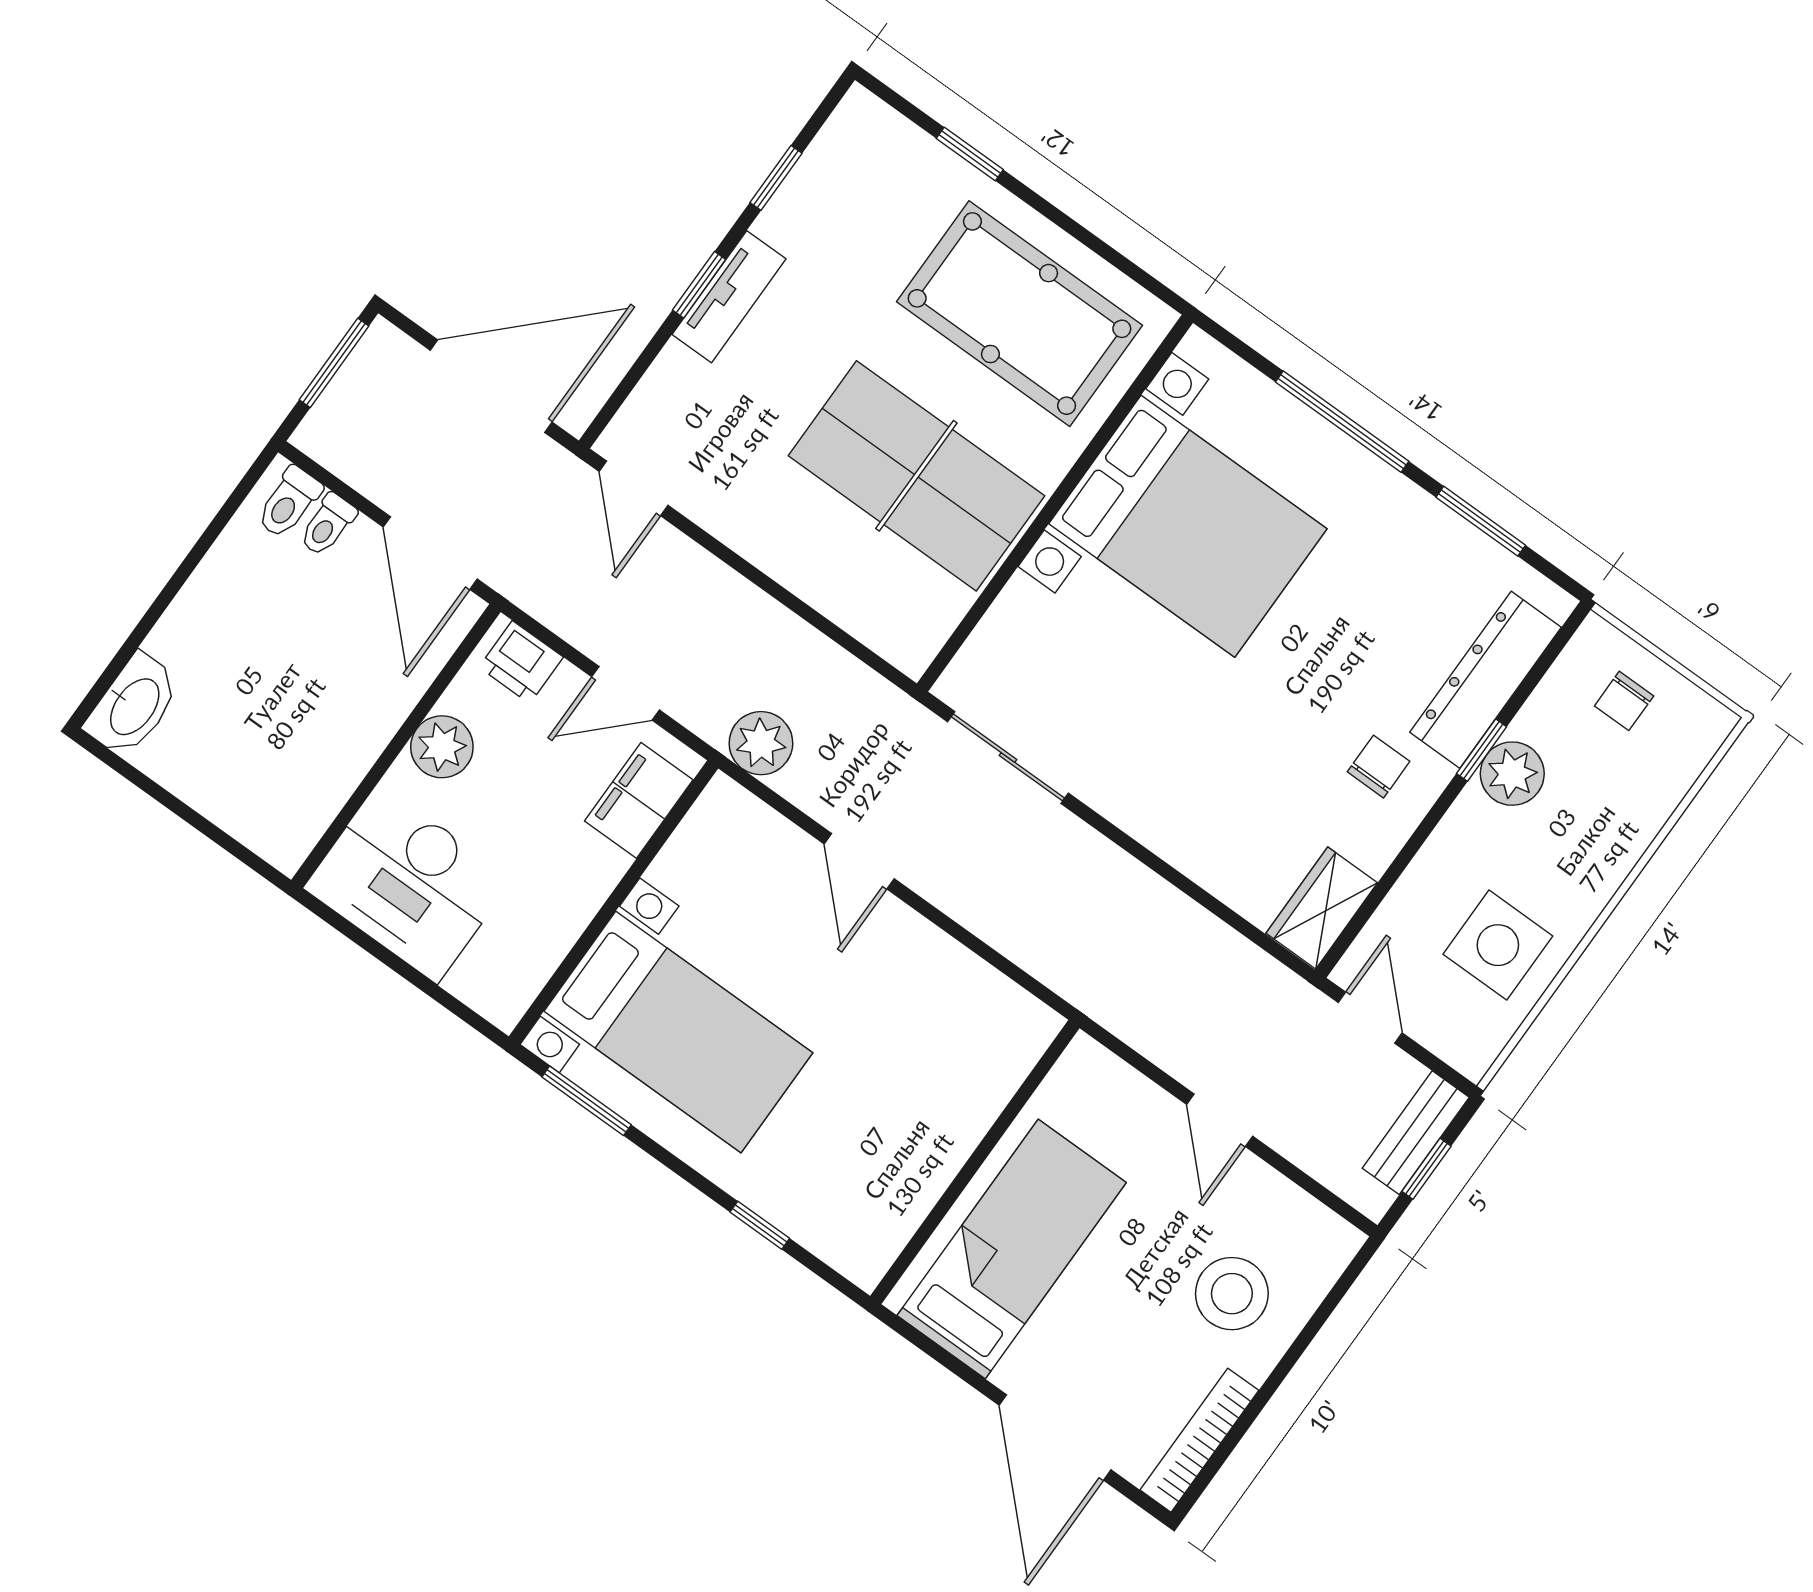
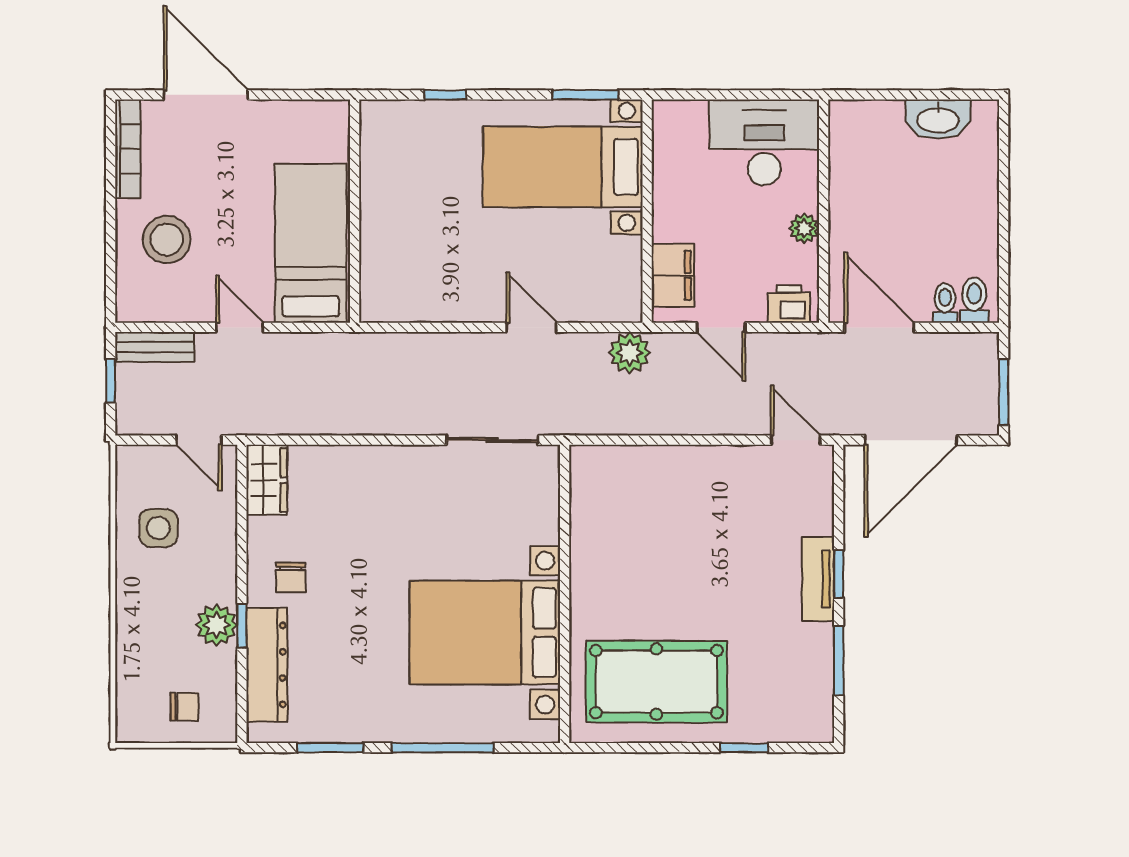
window: (776, 178) -> (839, 661), width x1.50
table tennis table: (916, 476) -> (649, 555), removed
door: (626, 693) -> (721, 327), swing flipped
chair: (1624, 701) -> (185, 707), turned 90
washbasin: (133, 706) -> (938, 119), moved, turned -90
plant: (442, 747) -> (804, 228), width x0.73, depth x0.73
side table: (1498, 945) -> (158, 528), width x0.73, depth x0.73
bench: (1416, 1133) -> (155, 347), moved, turned 90
bed: (1012, 1249) -> (311, 243), moved, turned 180

